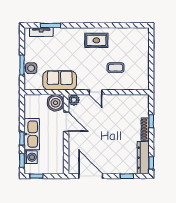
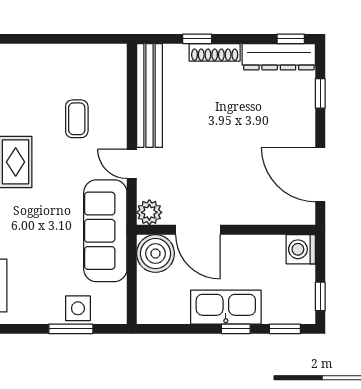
sofa: (60, 80) -> (105, 231), width x1.36
door: (96, 92) -> (132, 164), swing flipped
bench: (126, 100) -> (150, 96), added
door: (66, 122) -> (198, 230), swing flipped
washing machine: (31, 157) -> (301, 249), moved, turned -90
door: (91, 176) -> (320, 175), hinge flipped

